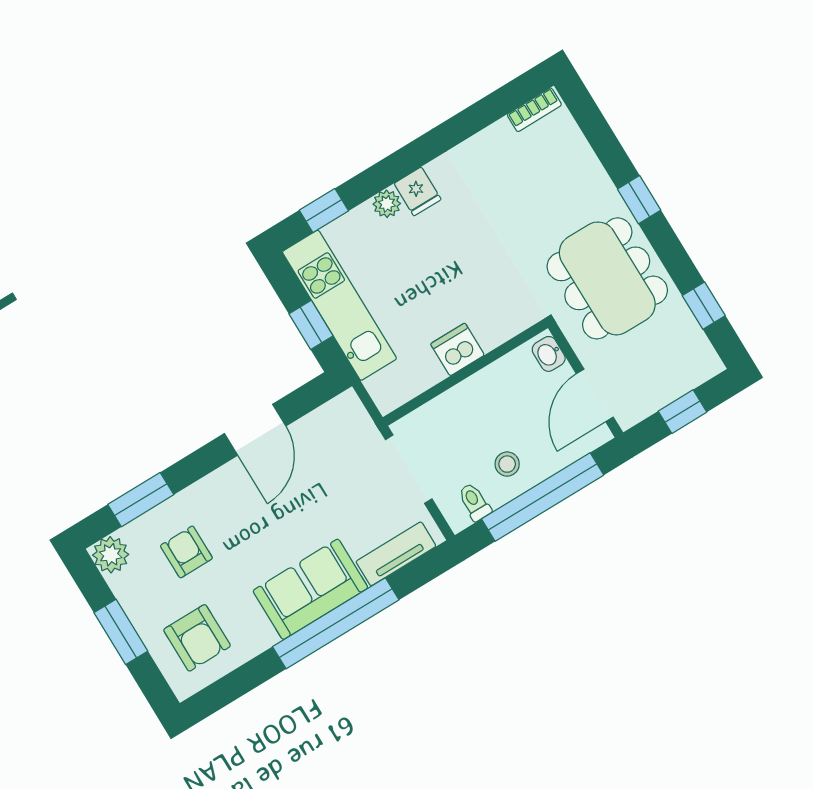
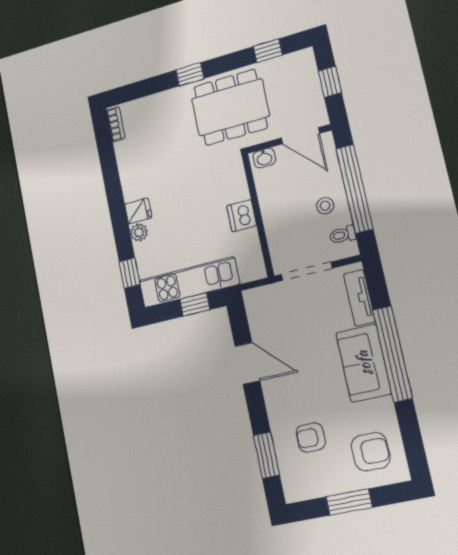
plant: (111, 555) -> (295, 489), removed

